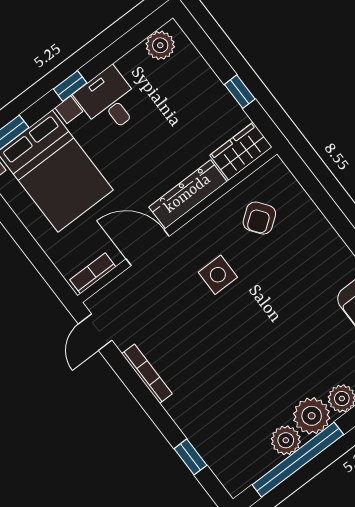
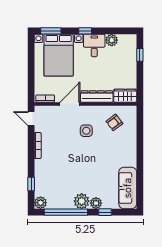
plant: (160, 45) -> (112, 40), moved
window: (240, 92) -> (140, 55), moved
door: (148, 247) -> (70, 104), hinge flipped
door: (95, 332) -> (31, 119), hinge flipped
plant: (286, 440) -> (41, 203), moved

